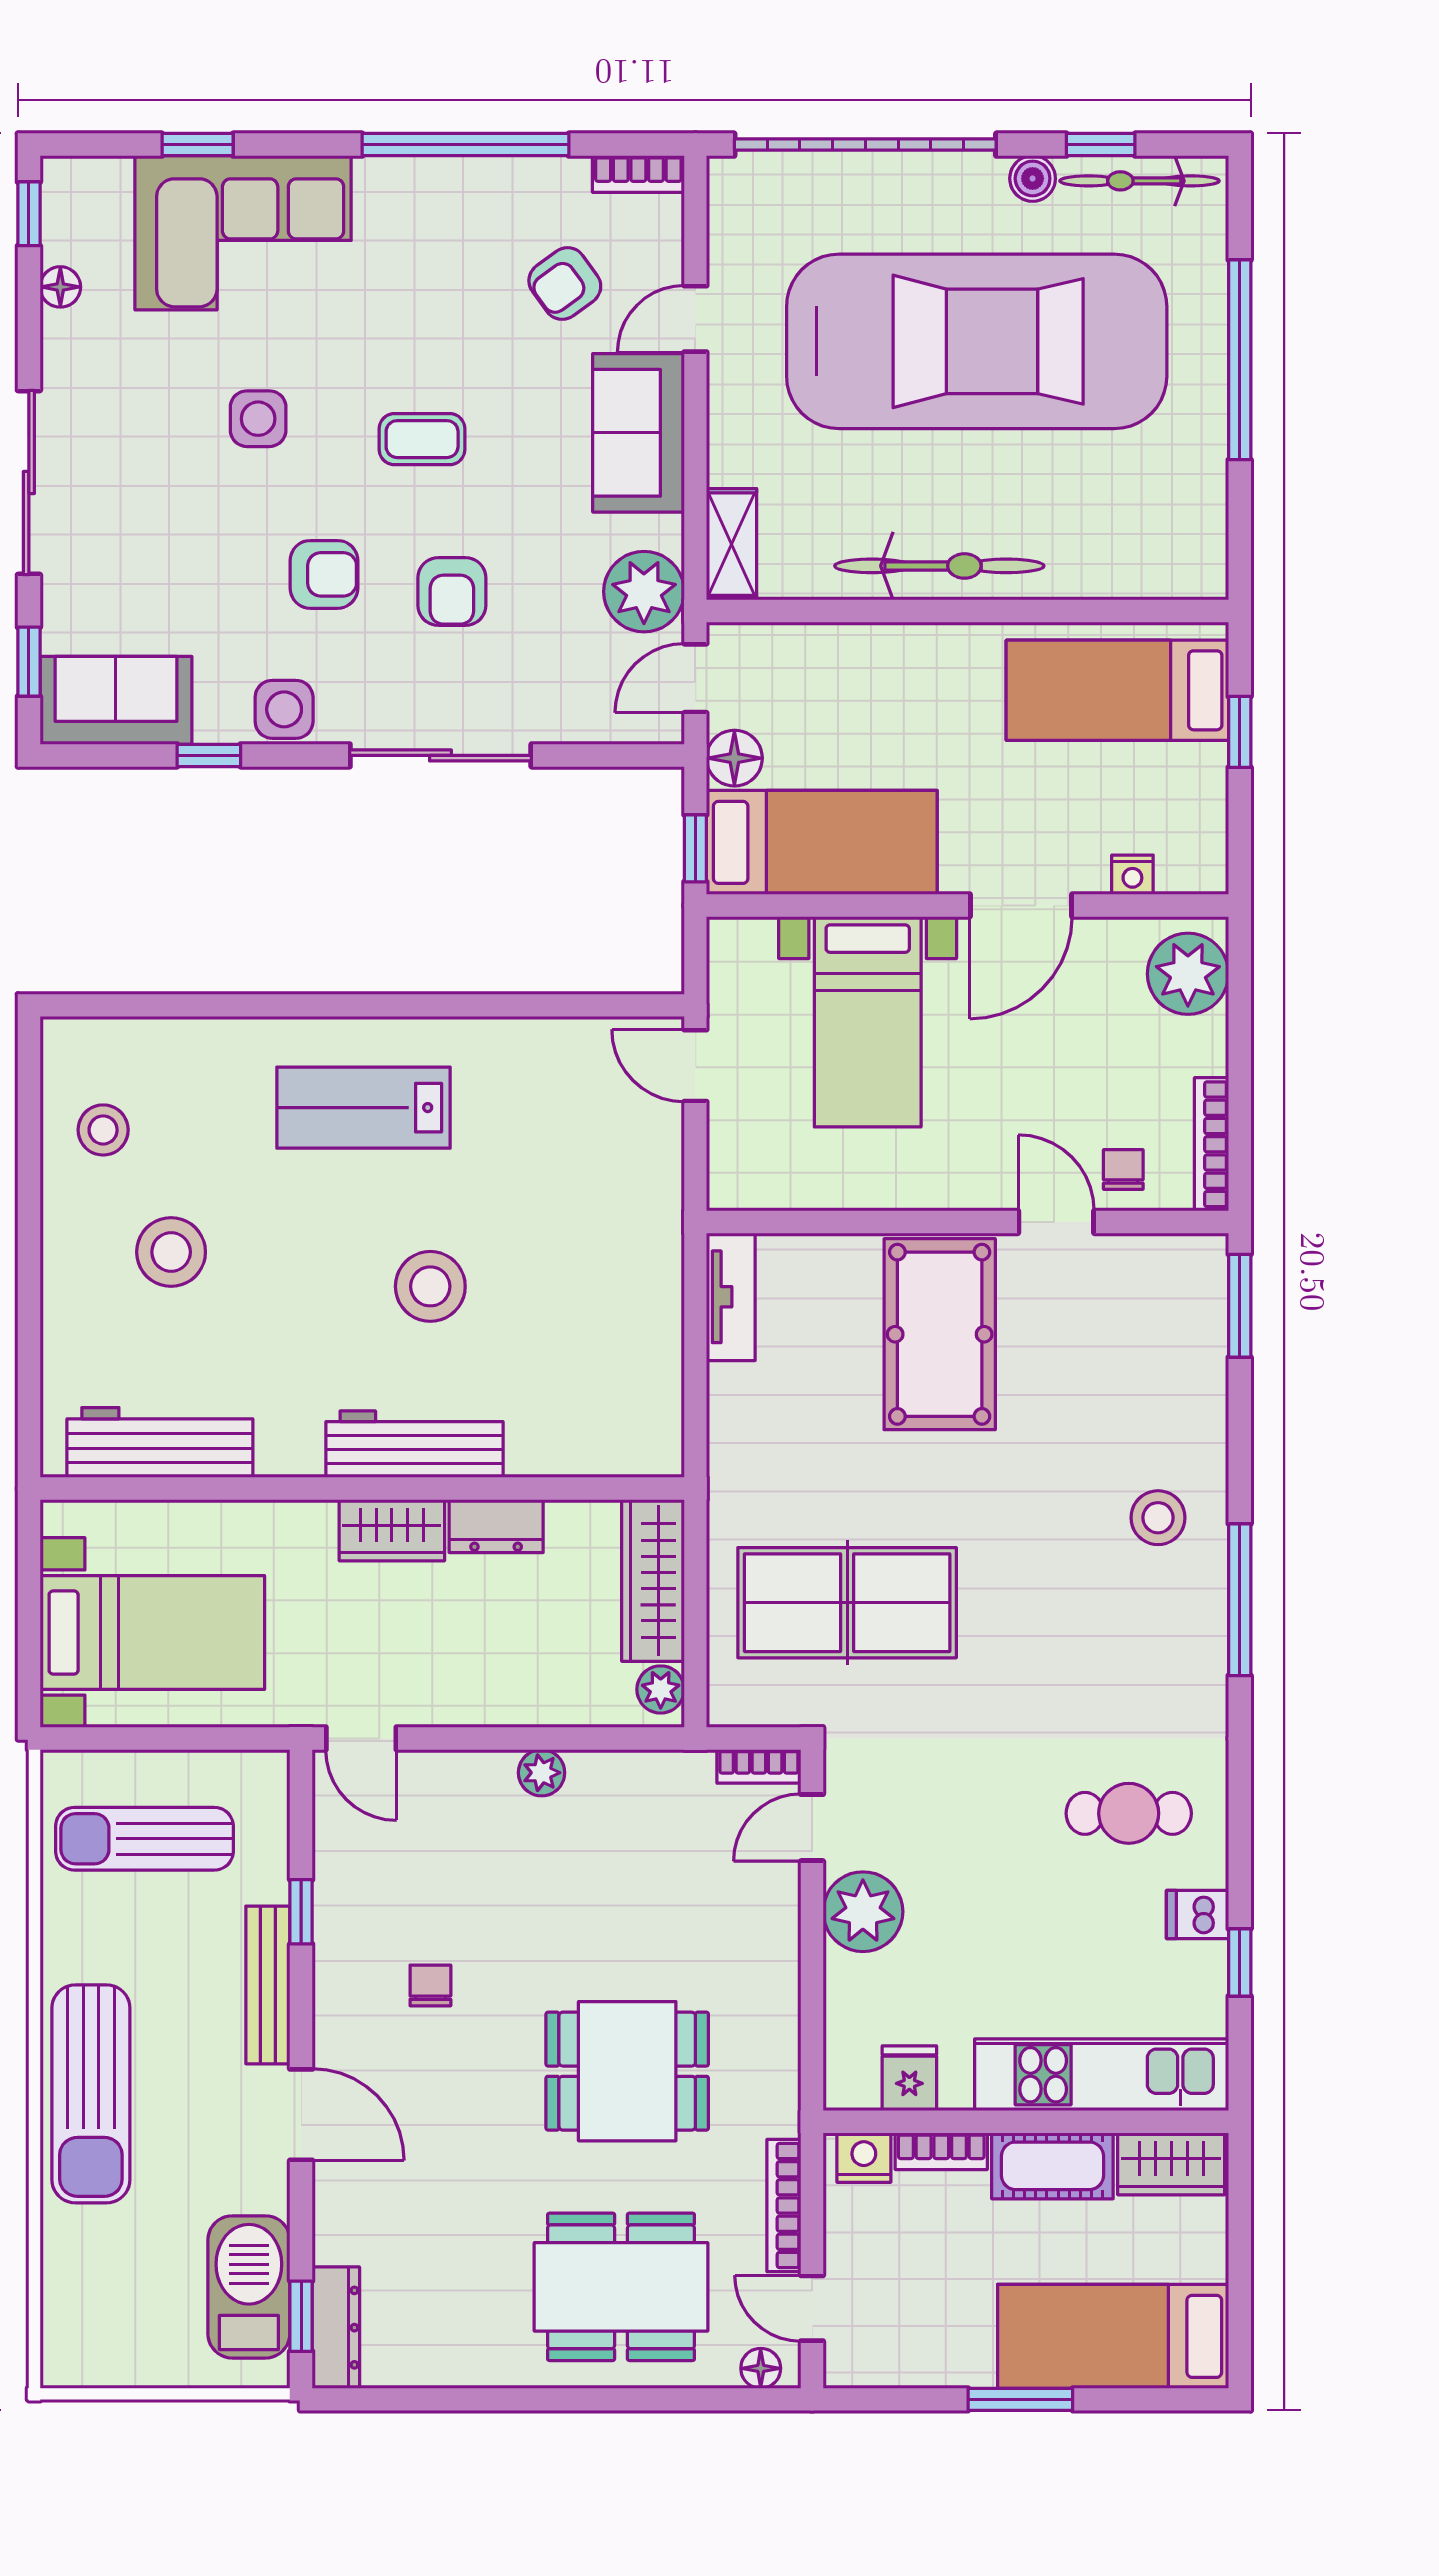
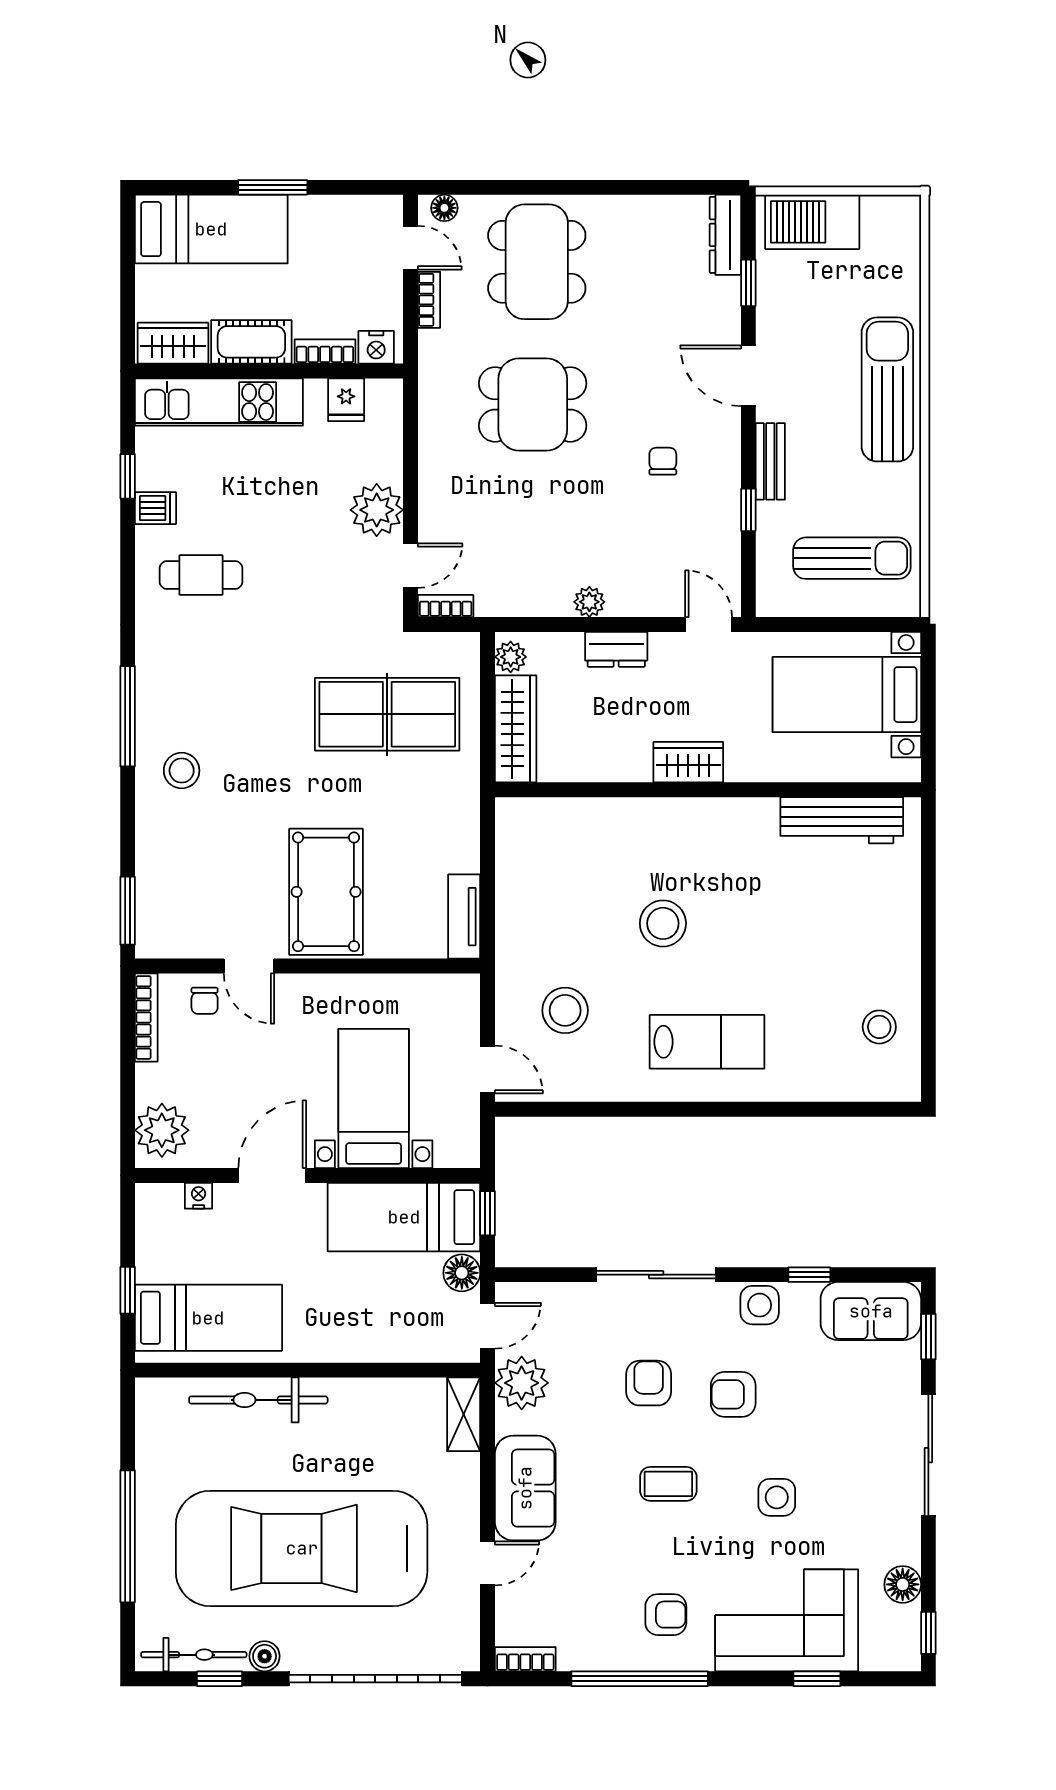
armchair: (565, 283) -> (666, 1615), moved, turned 36
floor lamp: (60, 287) -> (903, 1584), width x1.37, depth x1.37
bicycle: (939, 566) -> (258, 1400), moved
stool: (171, 1252) -> (565, 1010), moved
workbench: (414, 1444) -> (673, 819), removed
dresser: (496, 1526) -> (616, 649), moved, turned 180
bench: (268, 1985) -> (770, 461), width x0.73
chair: (430, 1985) -> (663, 461), turned 180
bookcase: (784, 2206) -> (429, 300), width x0.64
barbecue: (249, 2287) -> (812, 222), moved, turned 90
dining table: (621, 2287) -> (537, 262), turned 90
window: (301, 2316) -> (748, 283), moved

